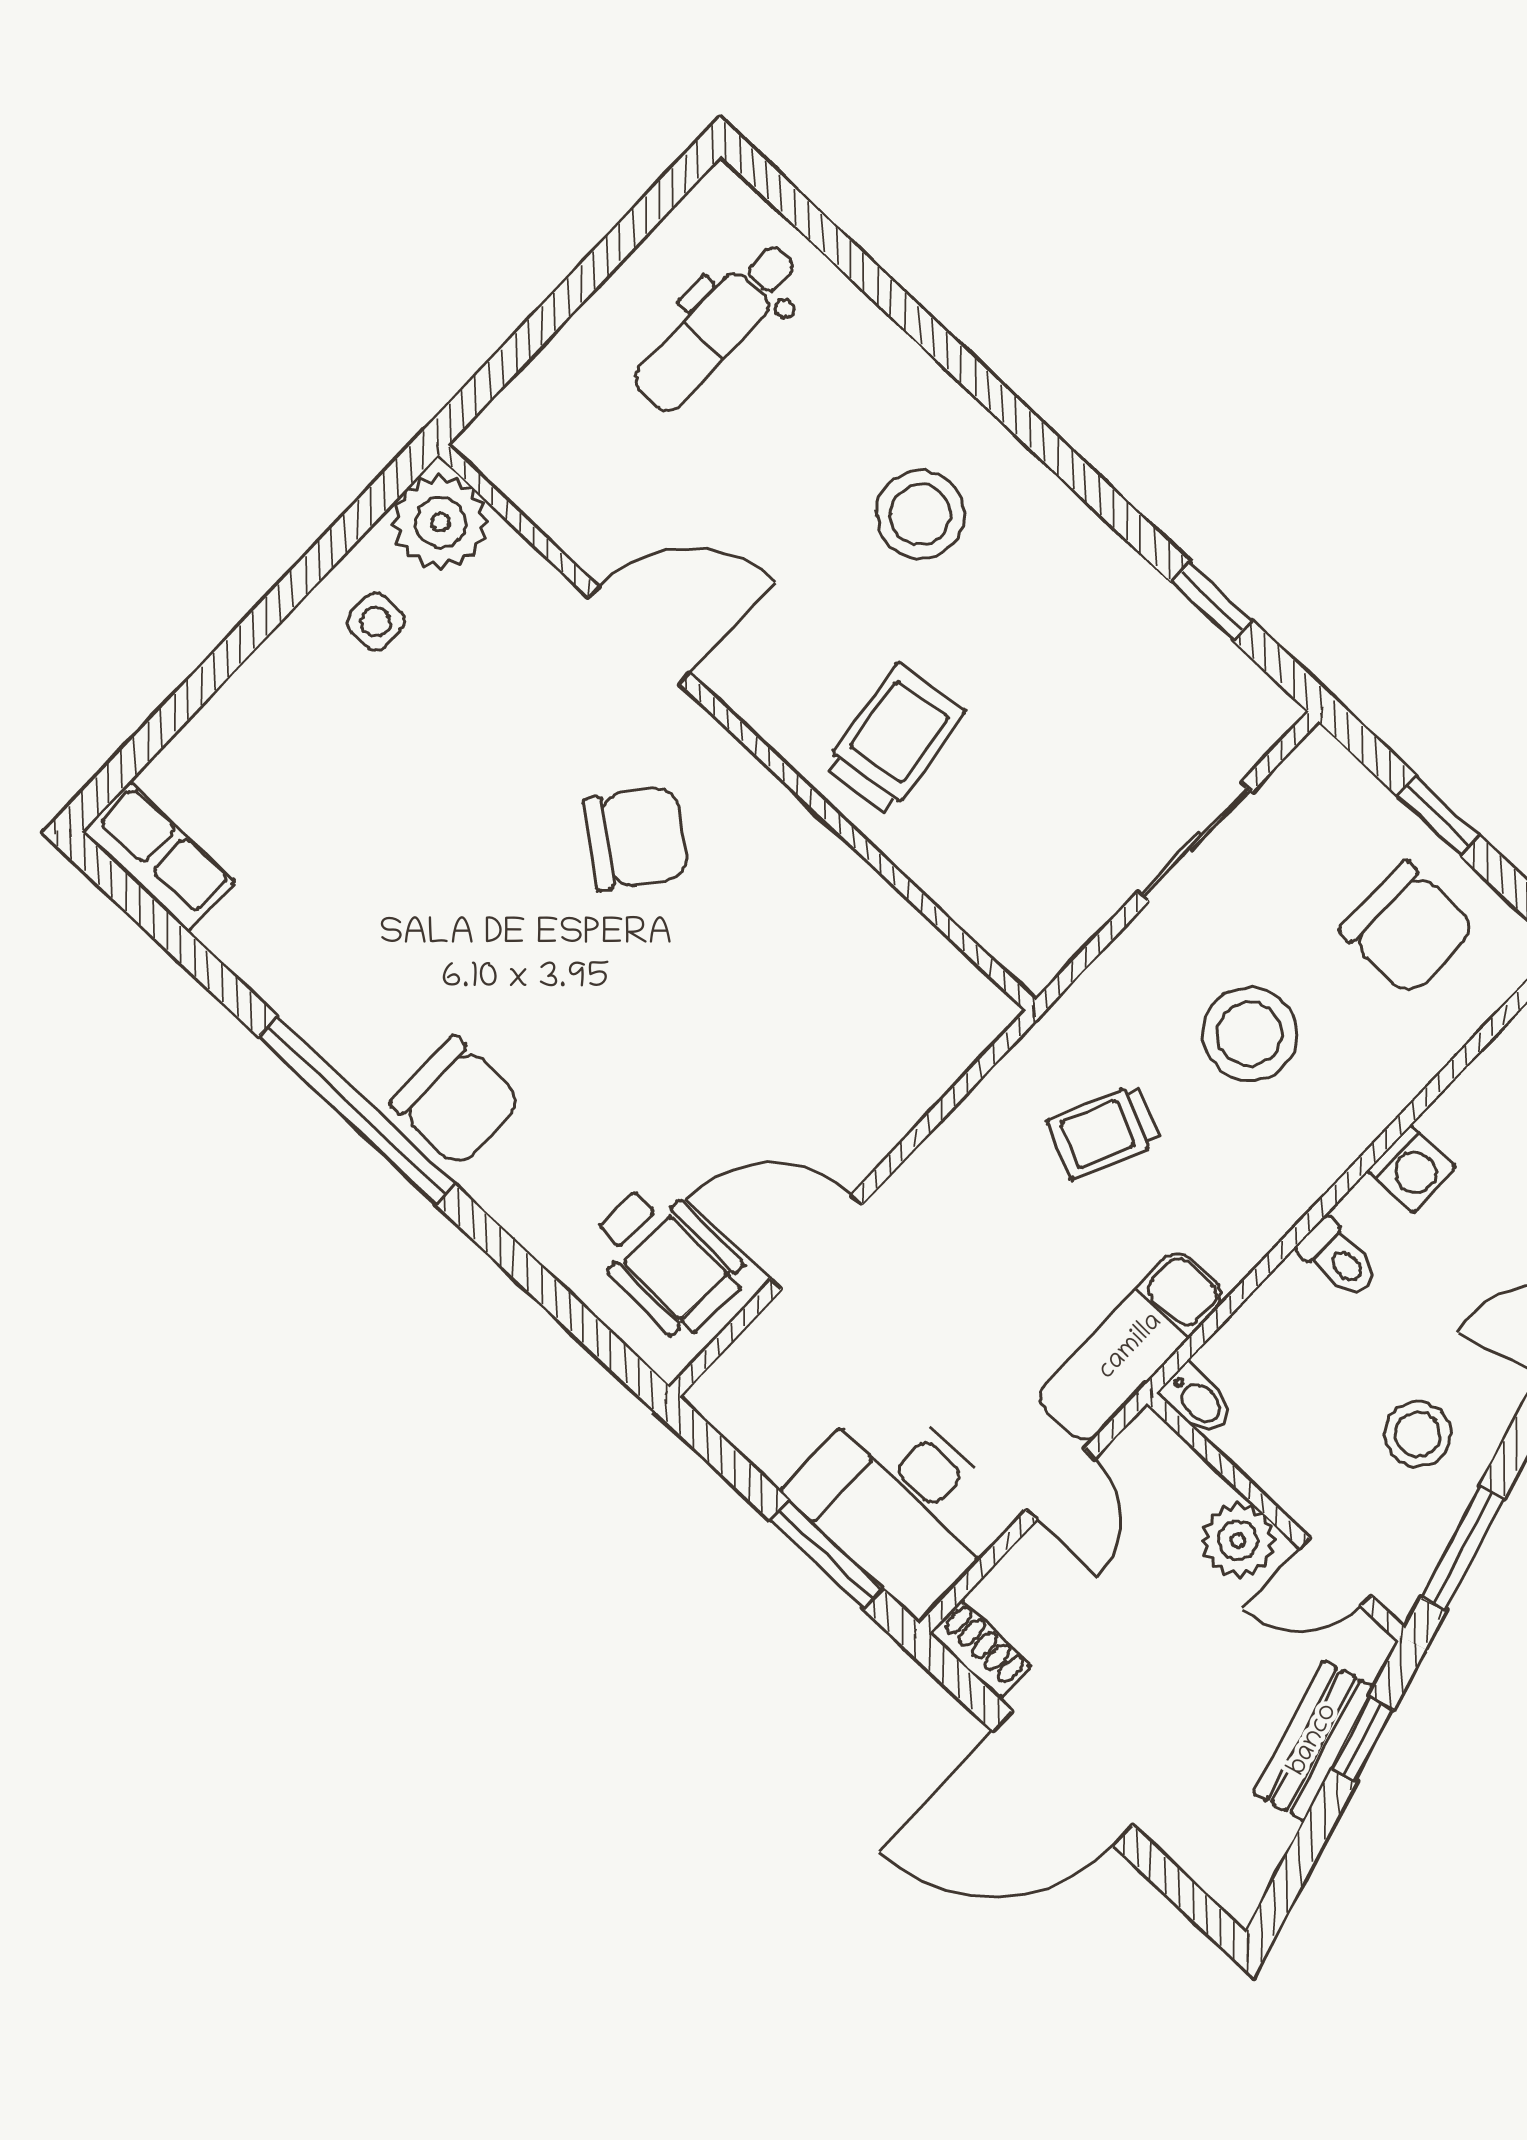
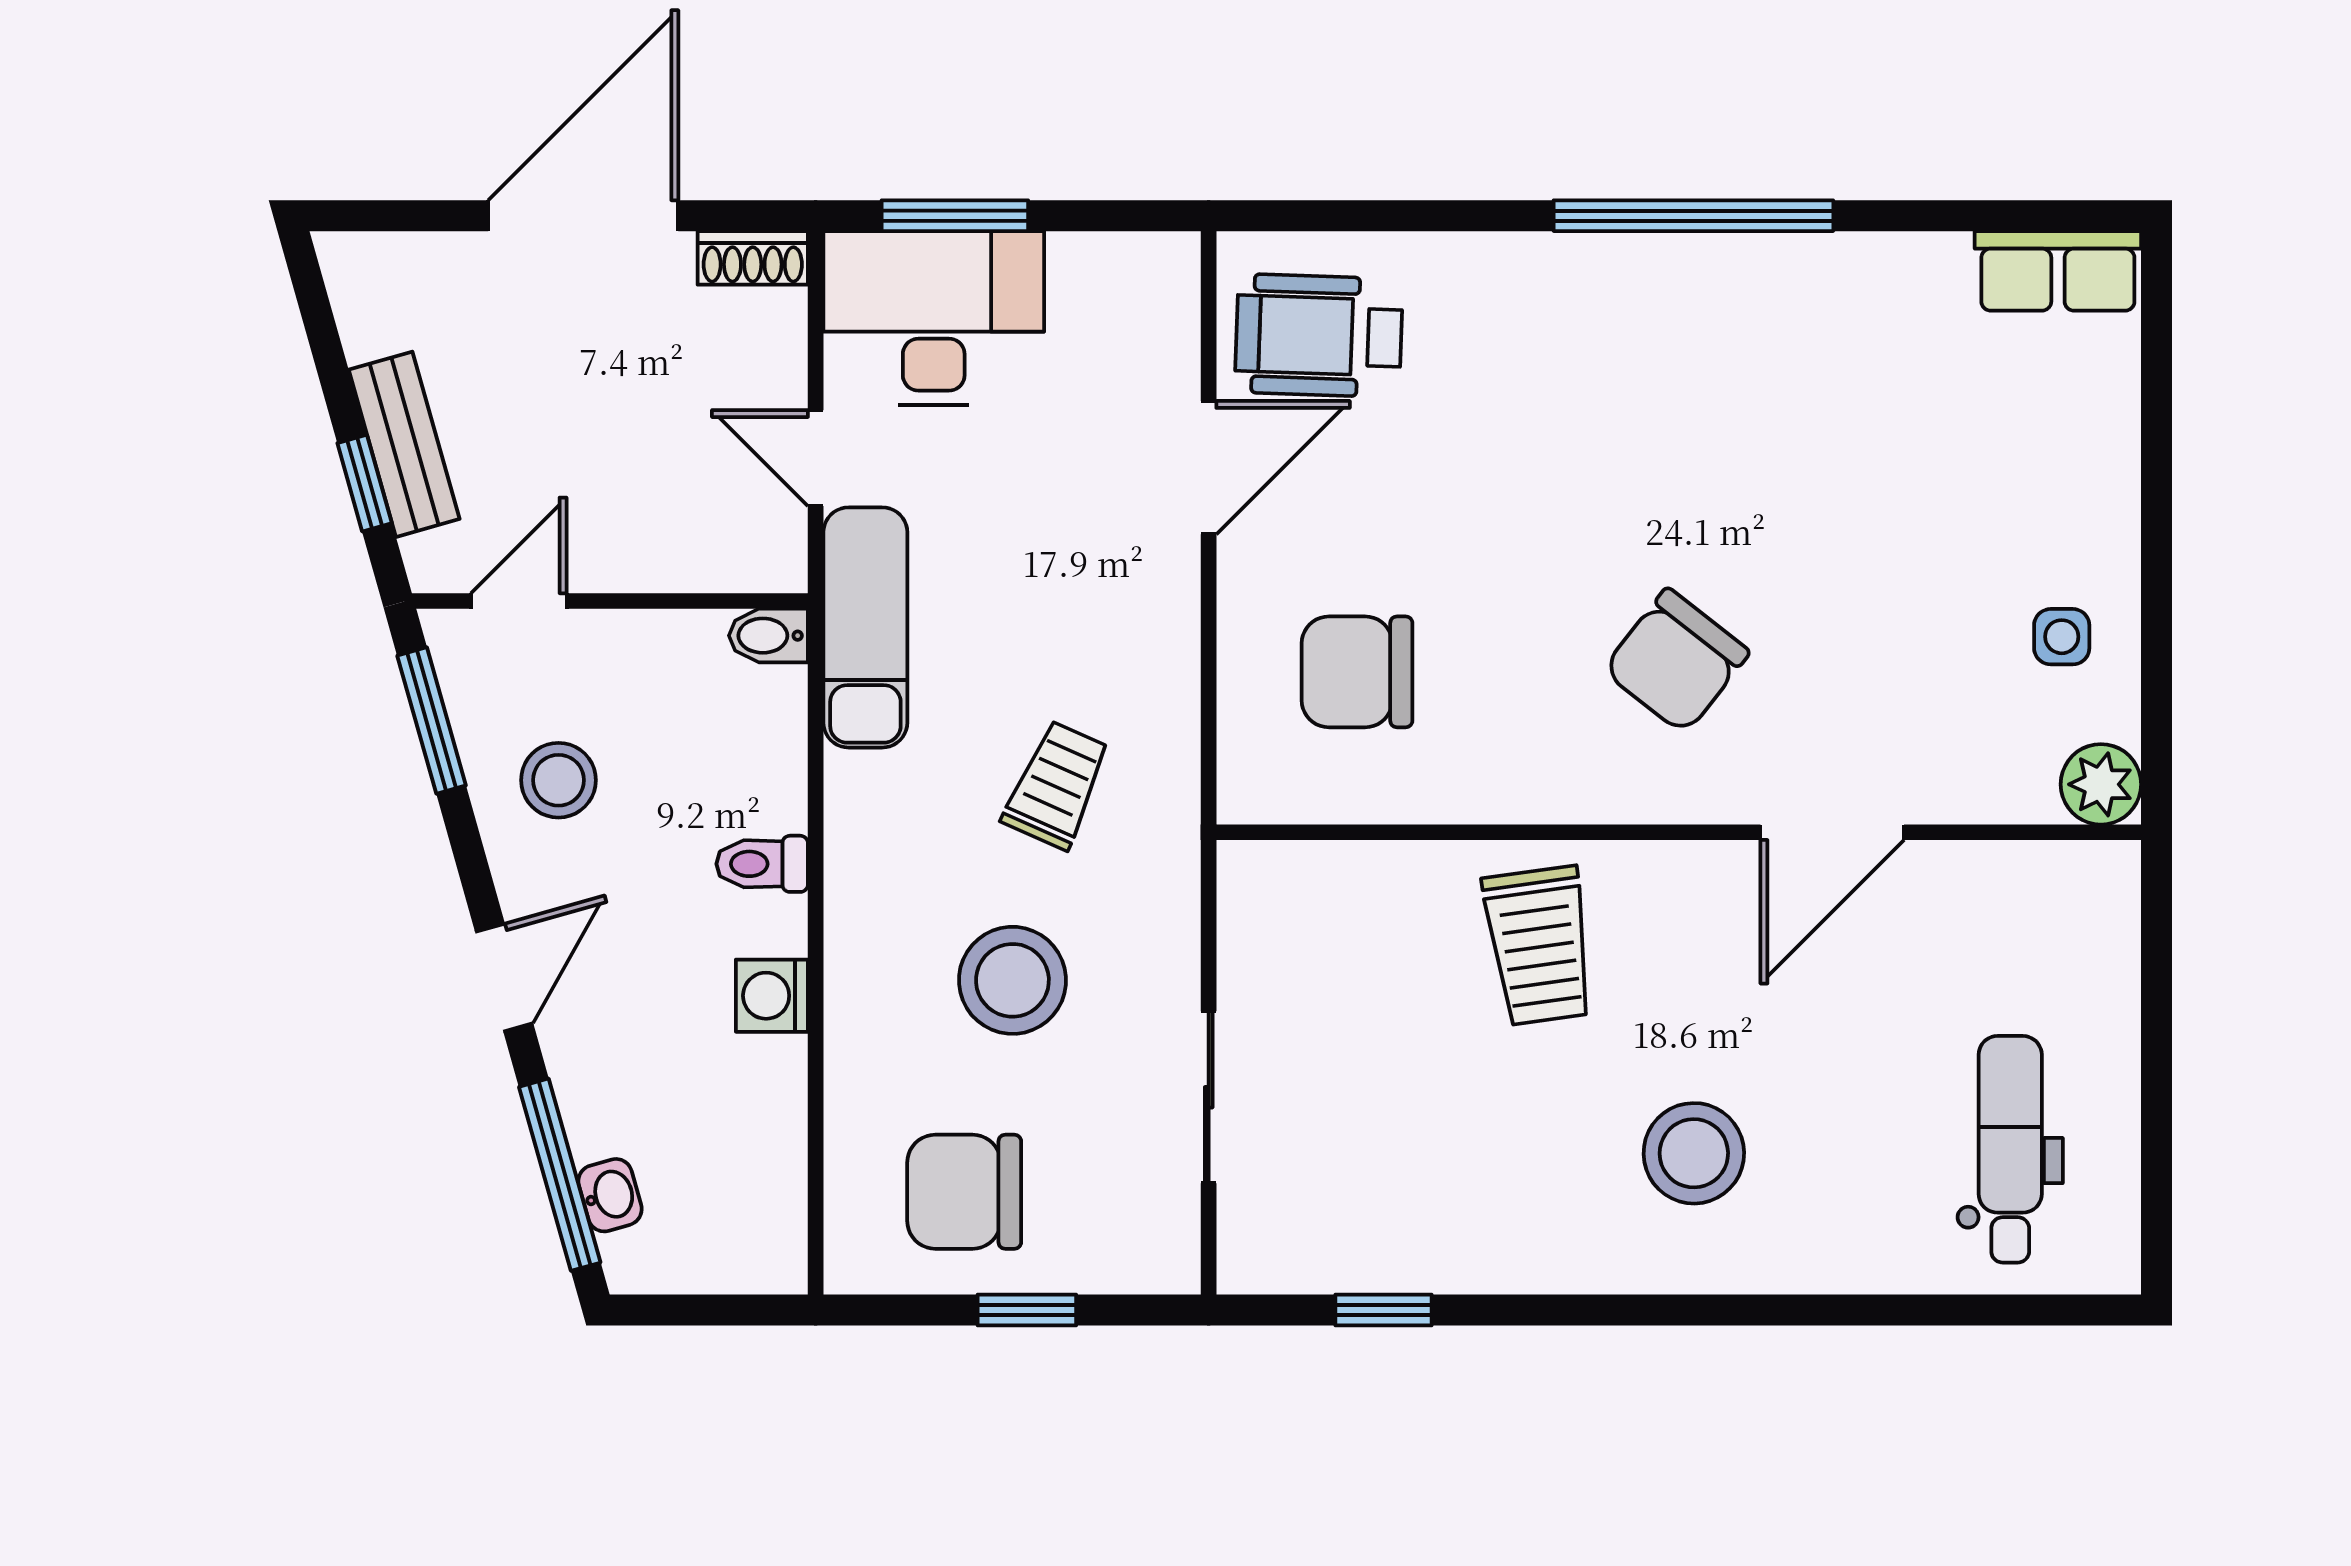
plant: (440, 522) -> (2101, 784), width x0.73, depth x0.73
chair: (456, 1101) -> (1357, 672), moved
plant: (1238, 1540) -> (624, 551), removed

